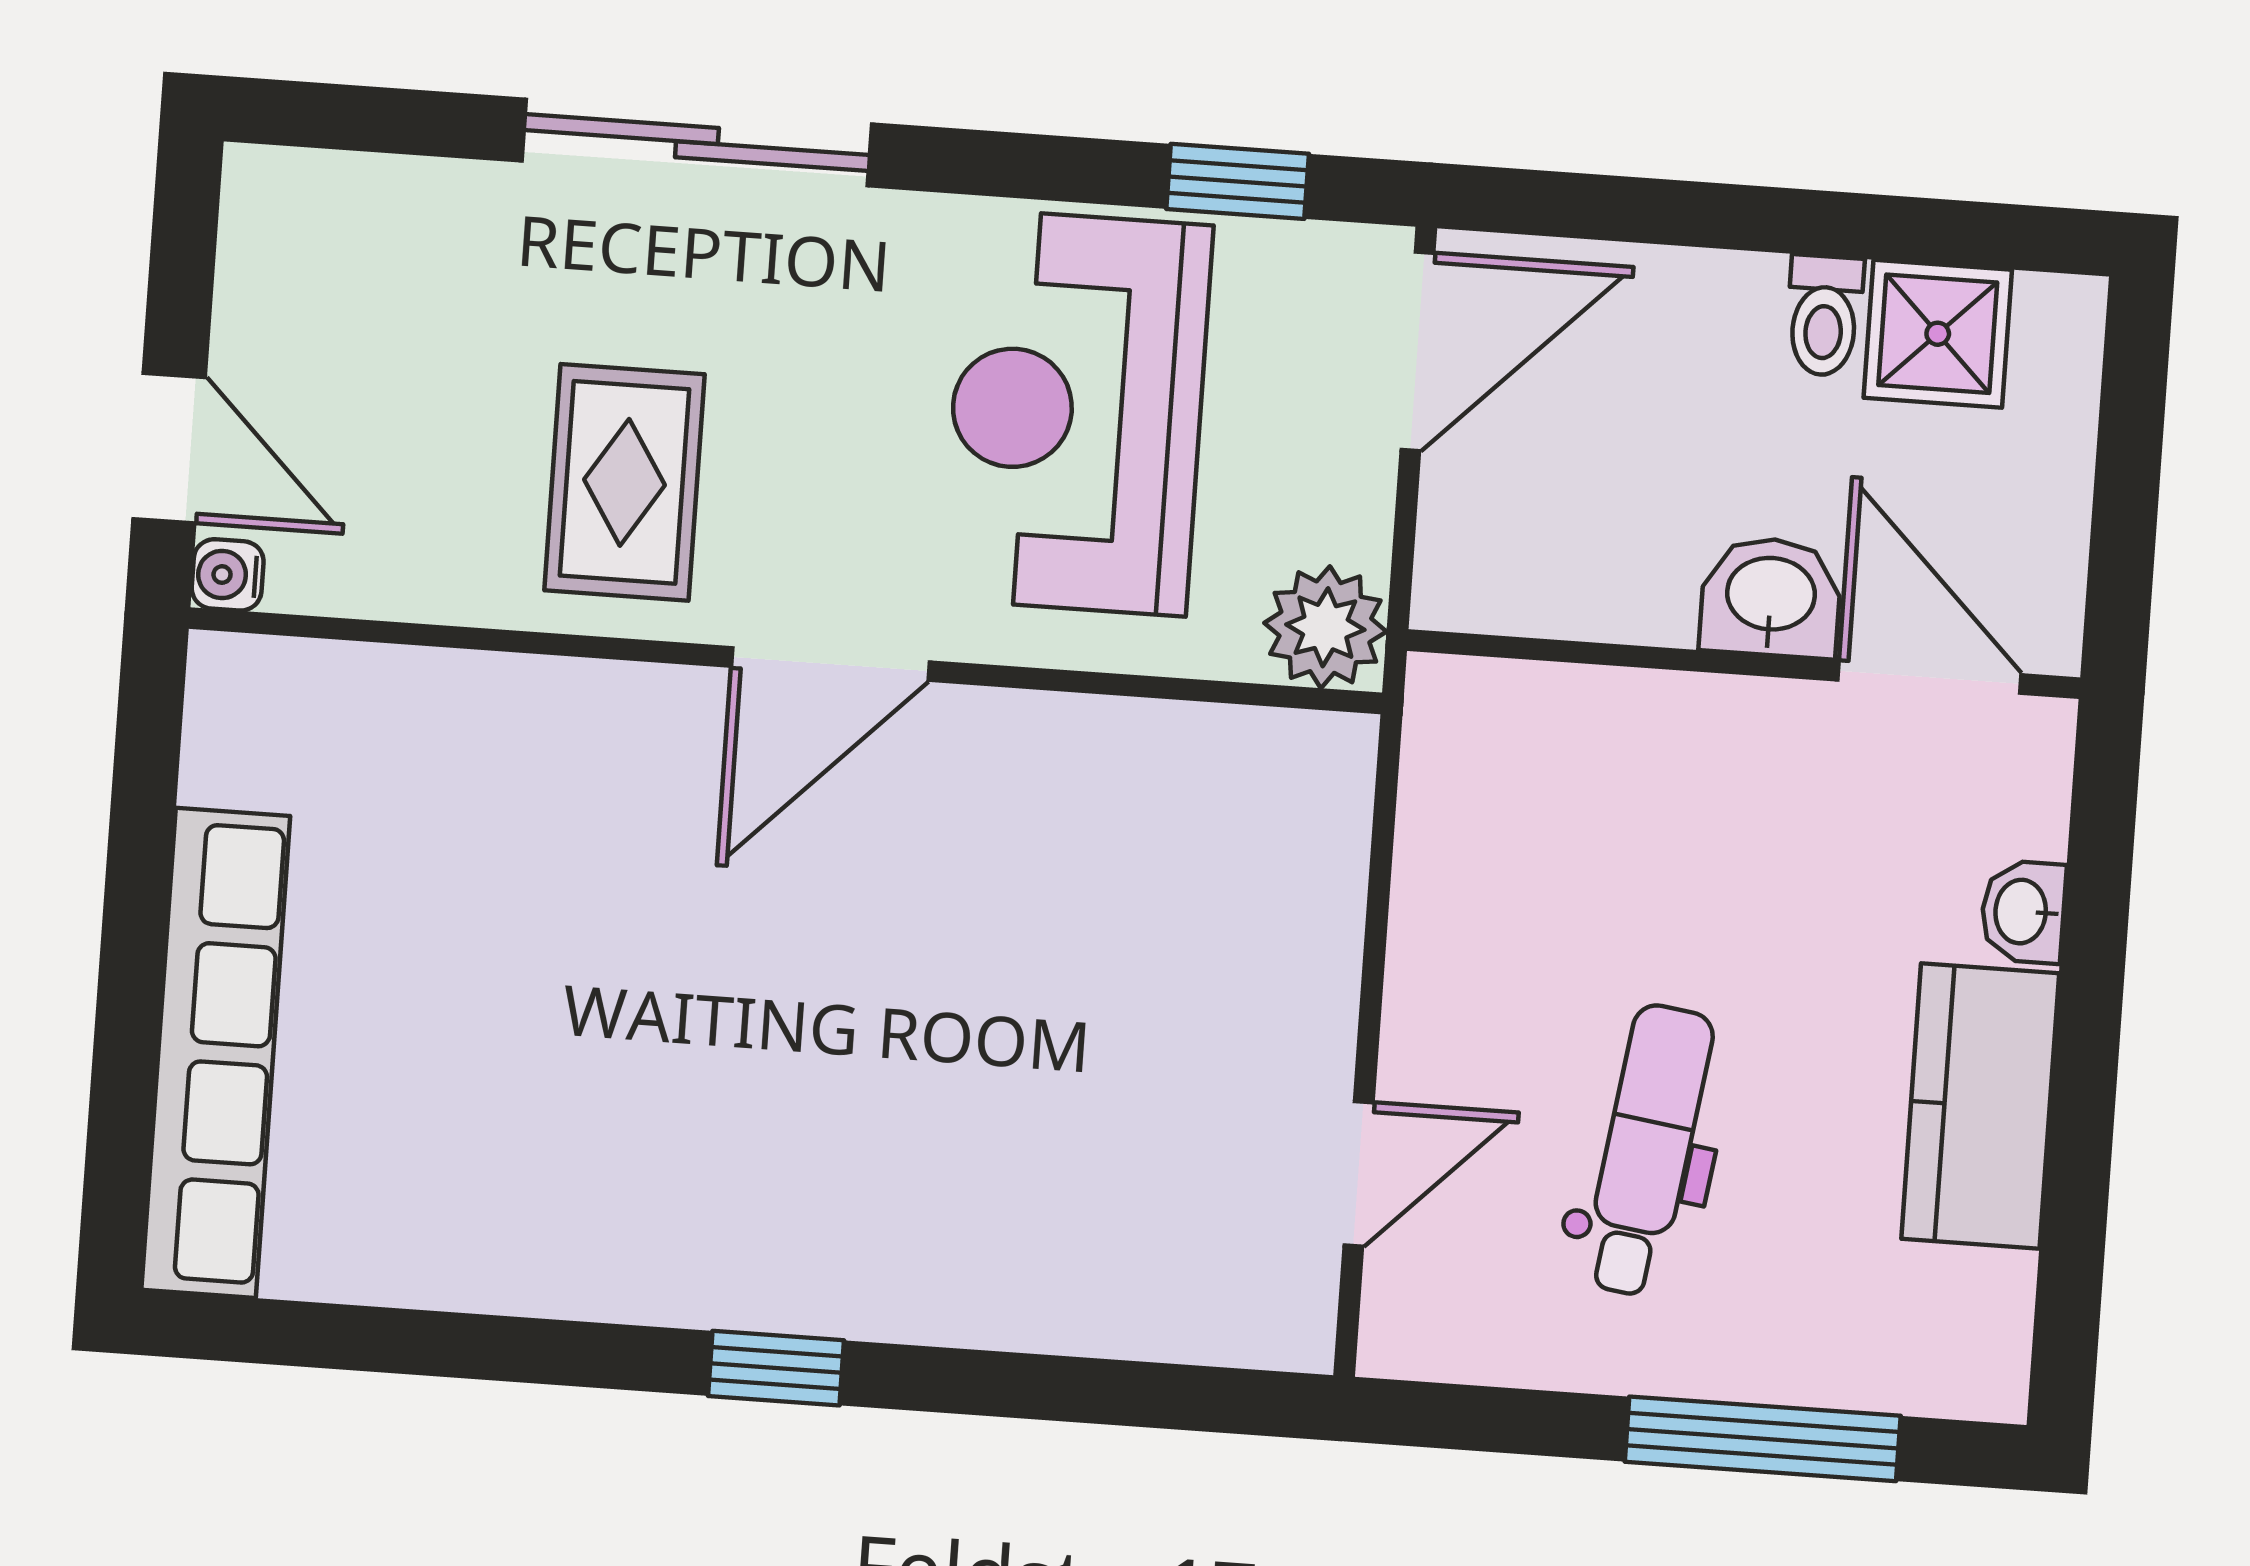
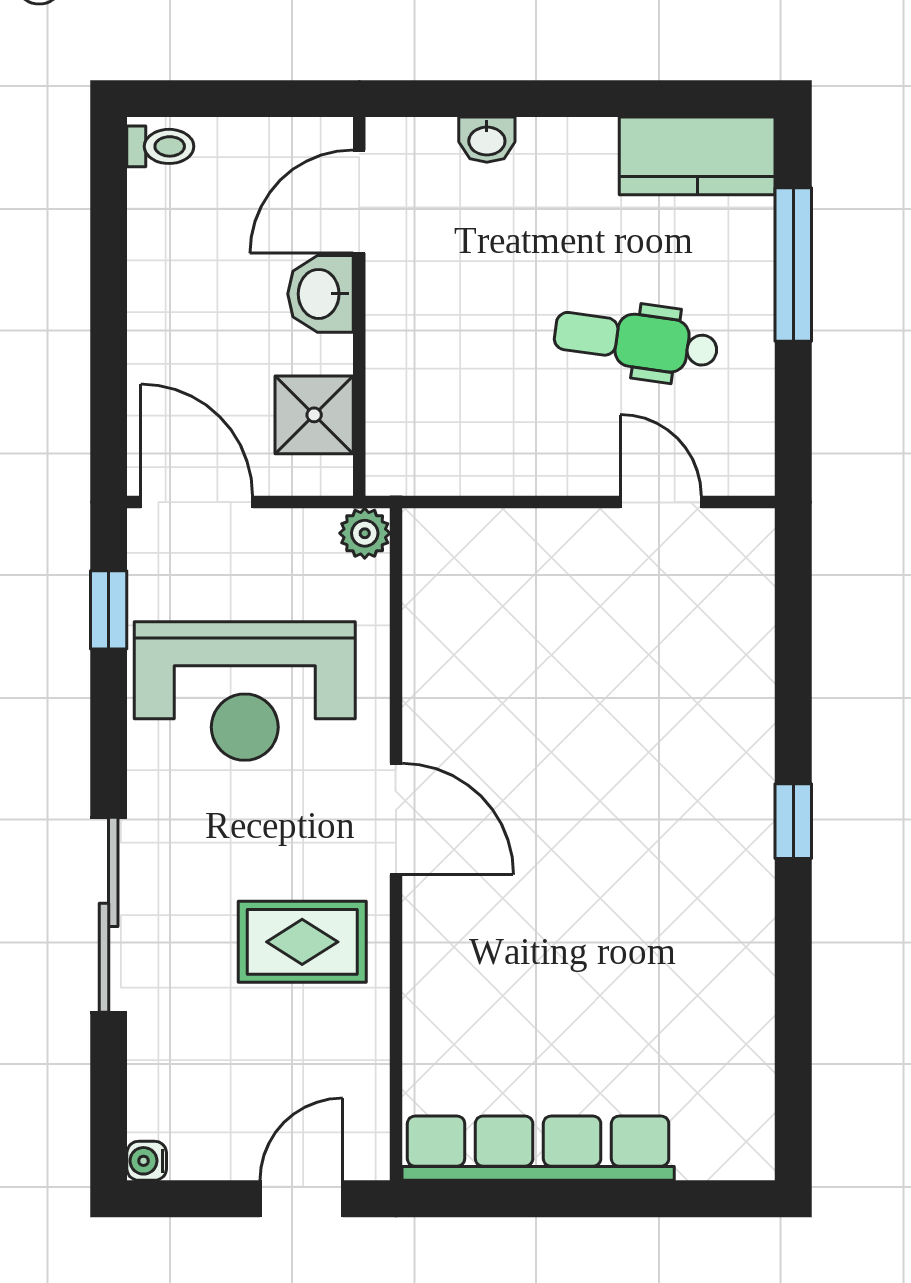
toilet: (1824, 316) -> (160, 146), moved
shower: (1938, 334) -> (314, 415), moved
water cooler: (228, 575) -> (147, 1161), moved, turned 90
plant: (1325, 627) -> (365, 533), width x0.73, depth x0.73
row of seats: (216, 1053) -> (538, 1148), moved
kitchen counter: (1980, 1106) -> (697, 156), moved

